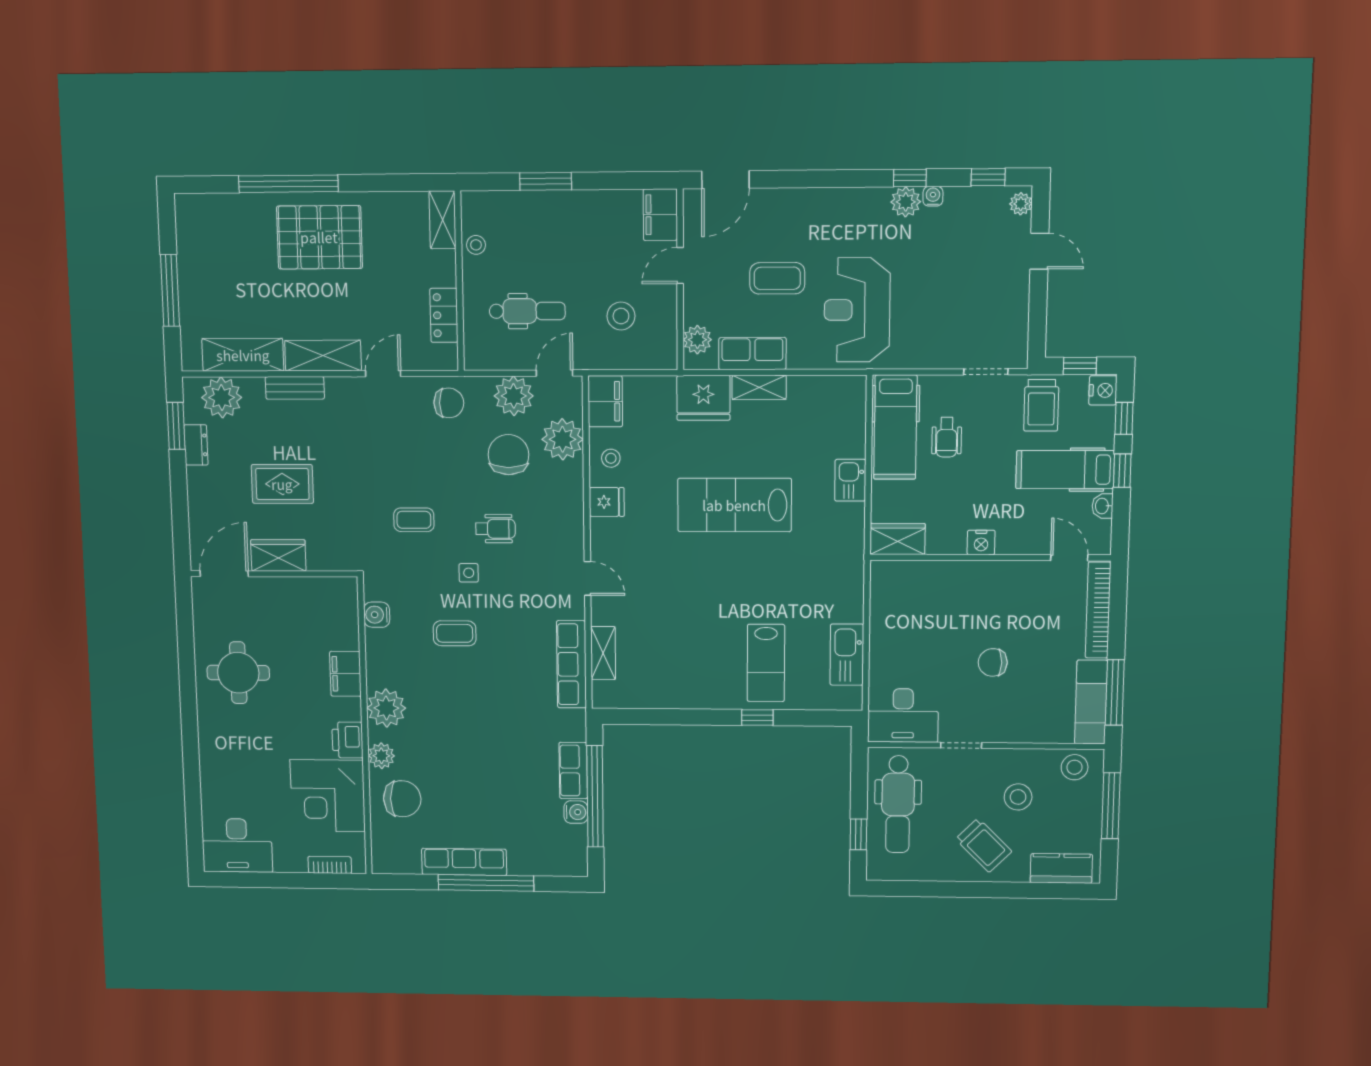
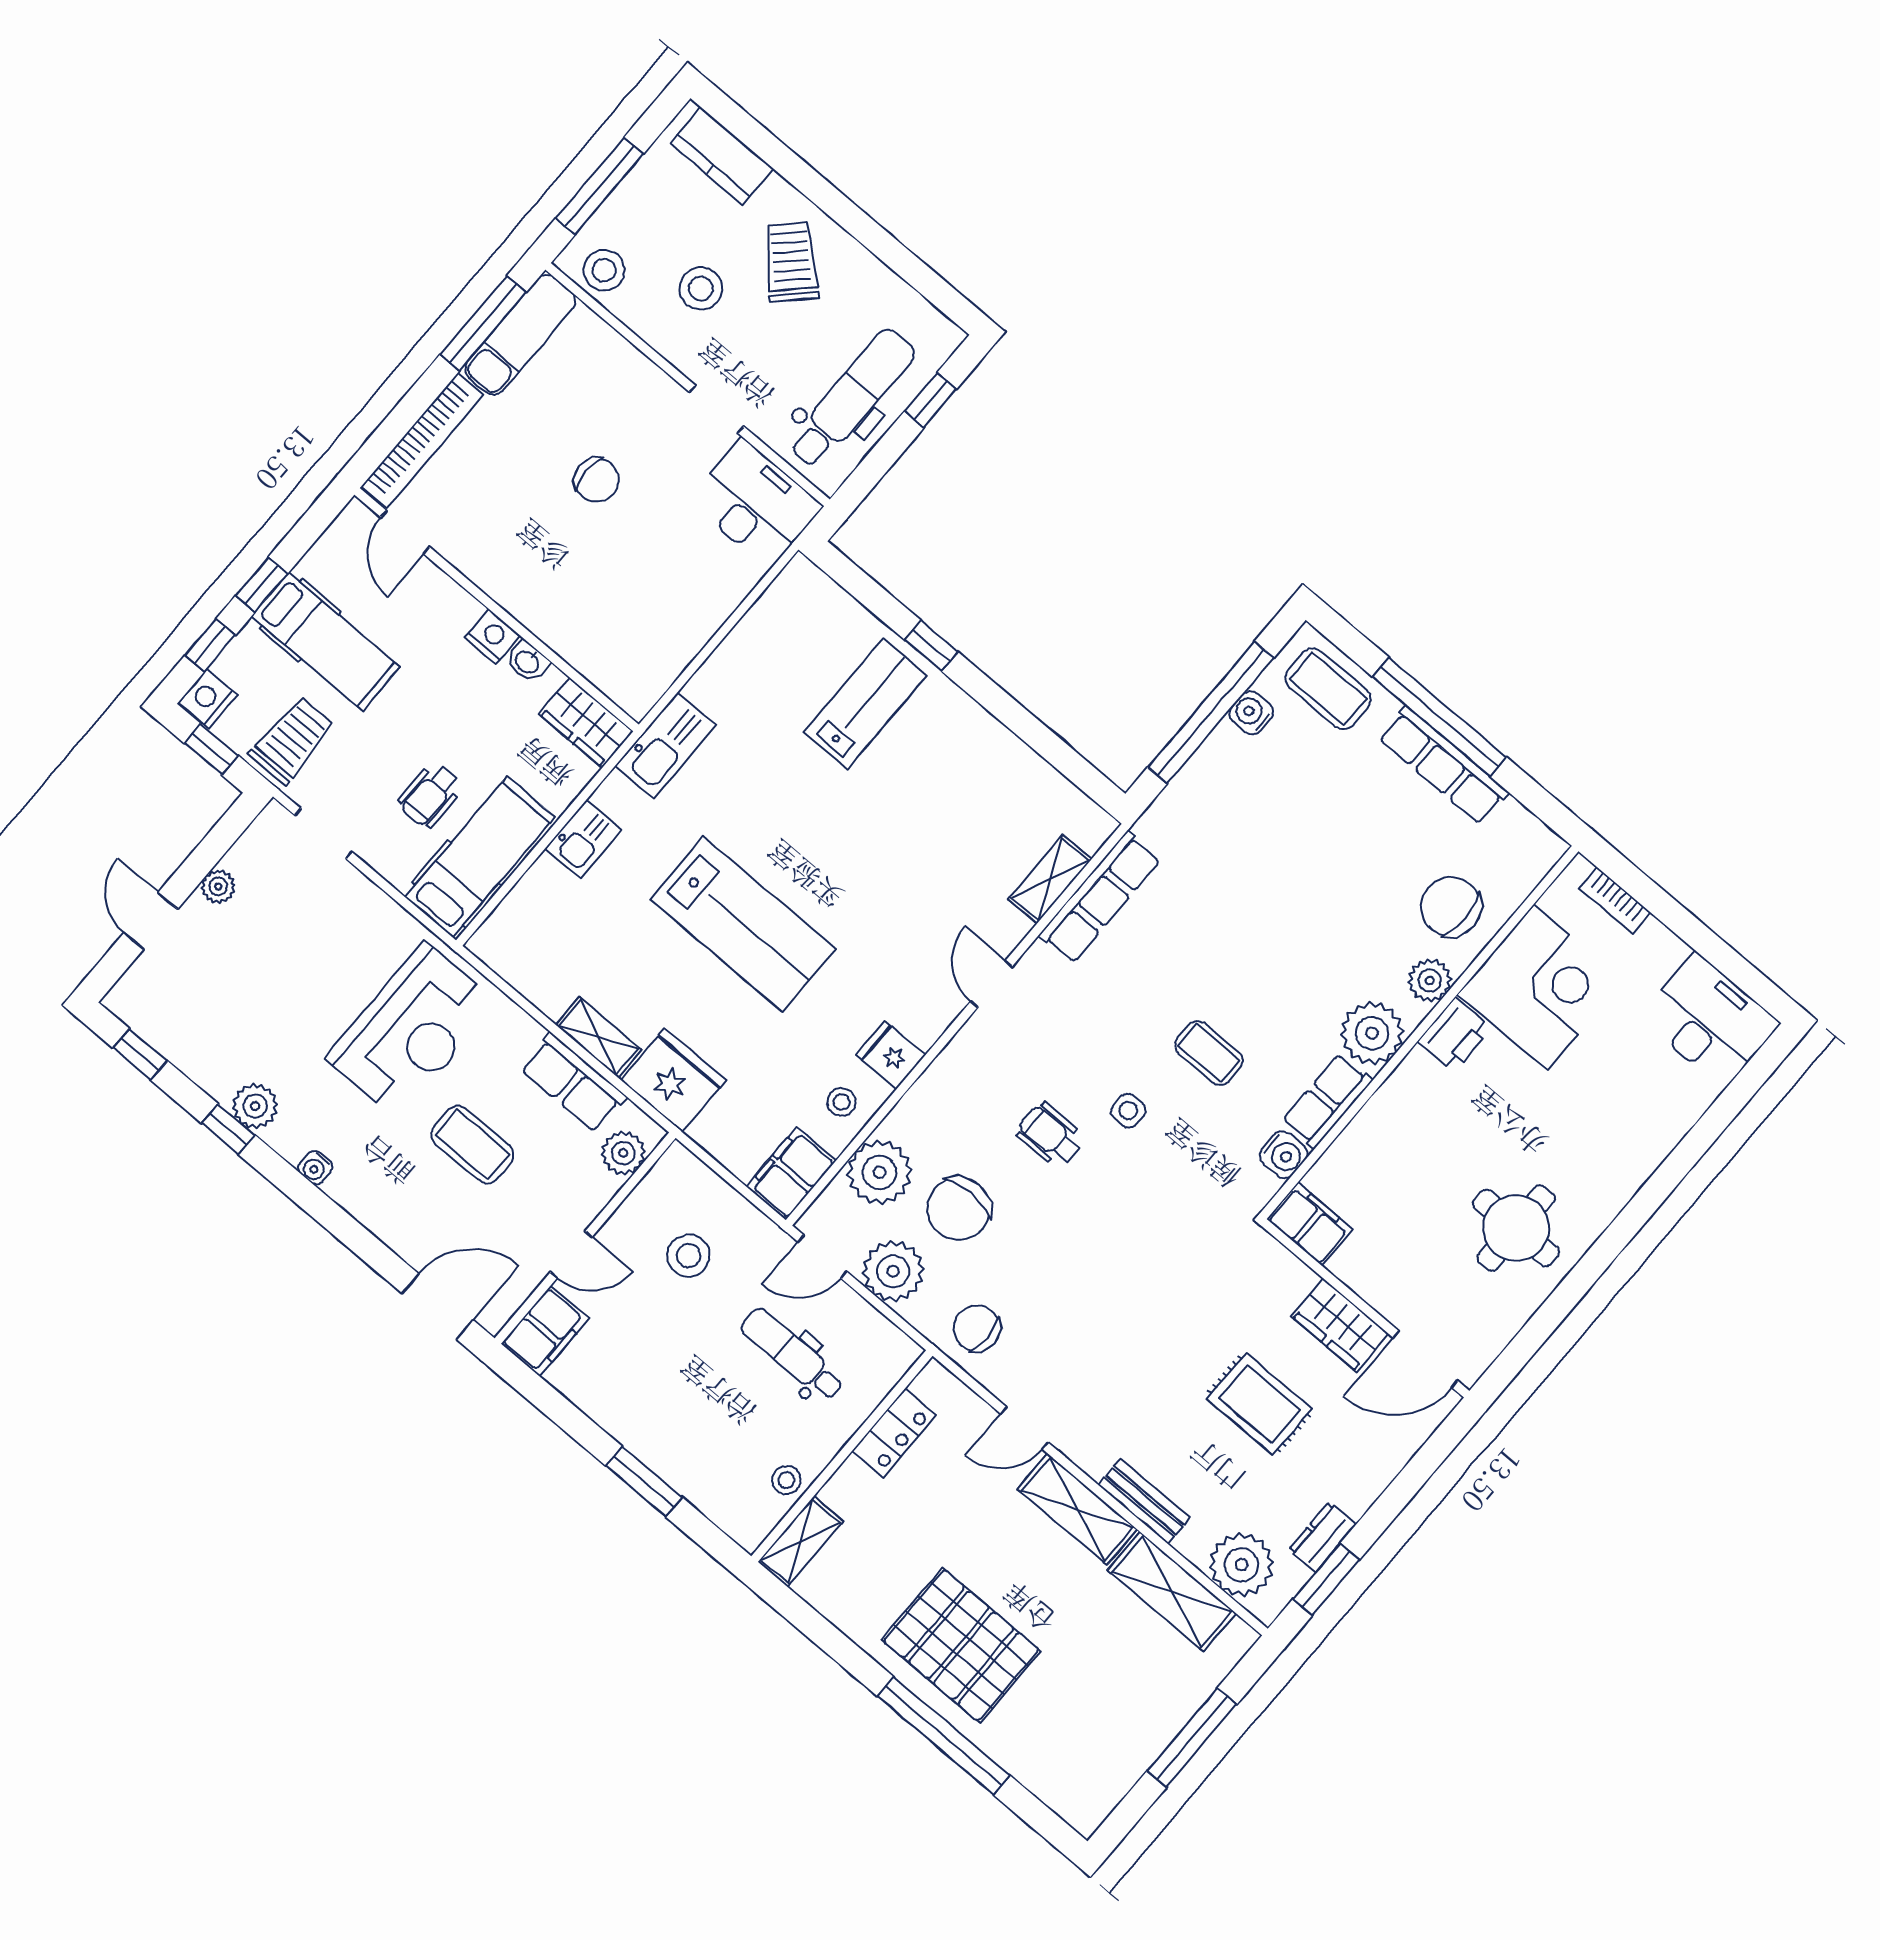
water cooler: (933, 196) -> (315, 1168), moved
plant: (1021, 204) -> (218, 887), moved
wheelchair: (947, 437) -> (430, 795), turned 180
washbasin: (1103, 506) -> (528, 662), moved, turned 90
coffee table: (414, 520) -> (1328, 689), moved, width x1.36, depth x1.30
kitchen sink: (847, 655) -> (666, 746), moved
filing cabinet: (345, 674) -> (1310, 1224), moved, turned -90
row of seats: (573, 771) -> (1327, 1101), moved, turned 180

